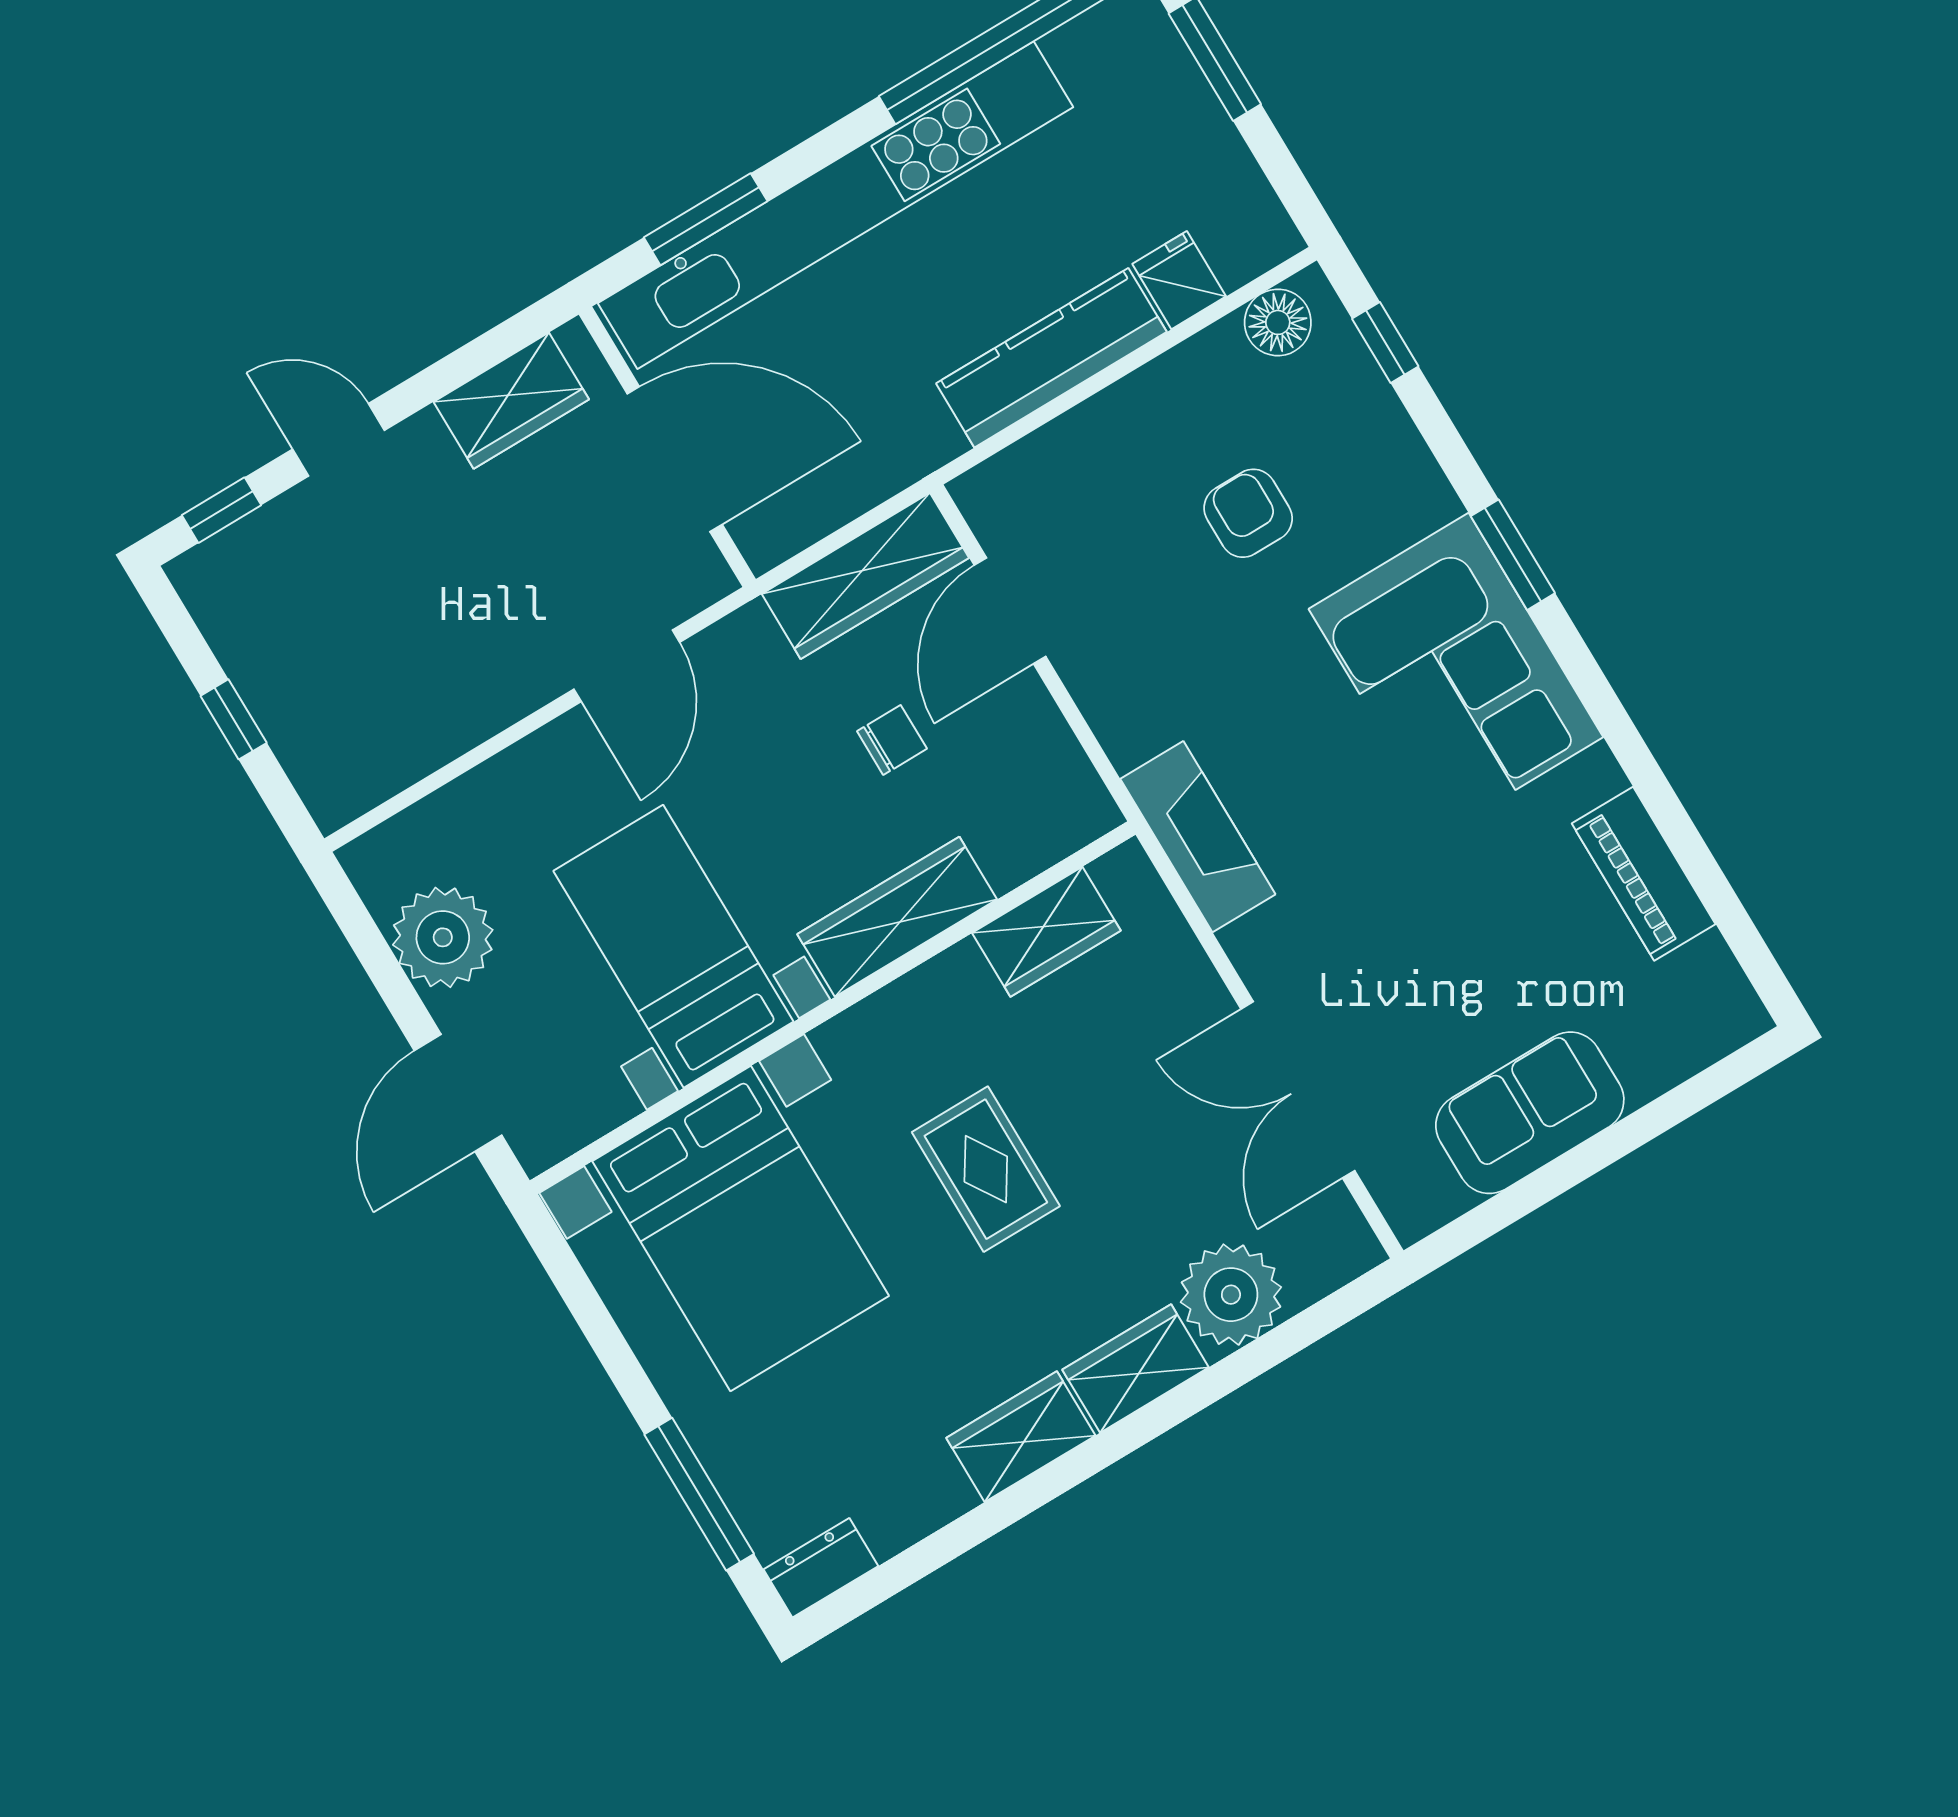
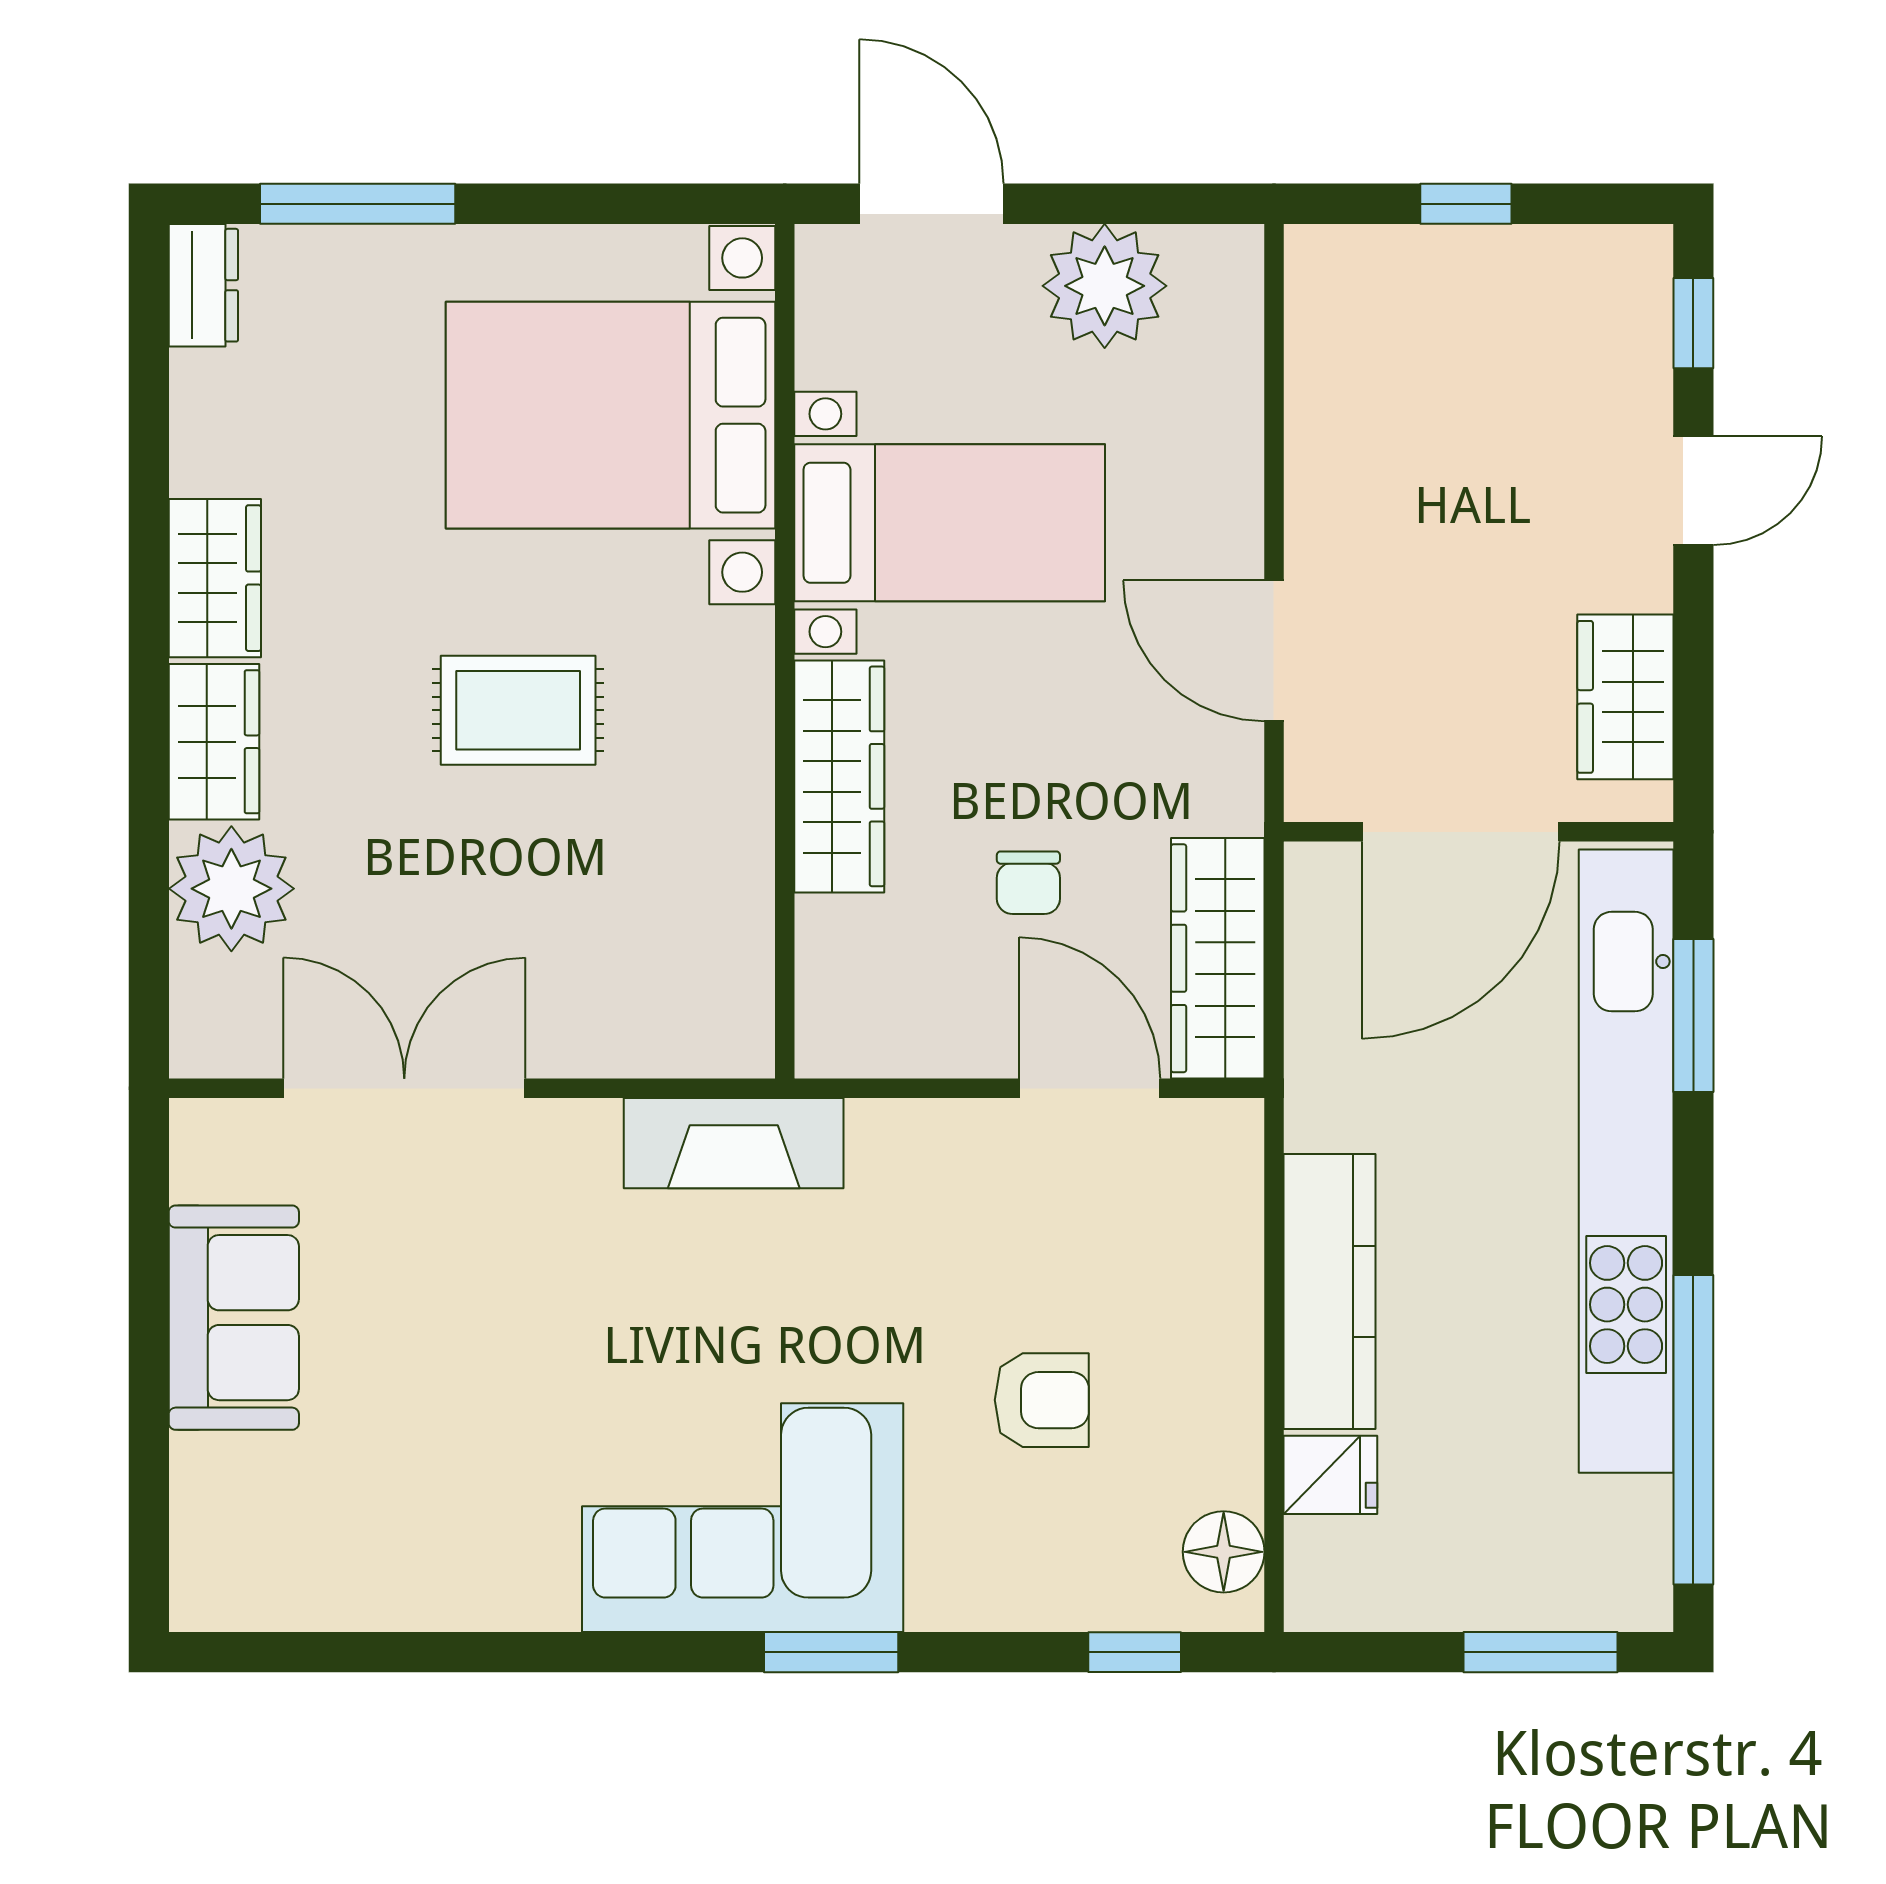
piano: (1644, 874) -> (413, 1588), removed
wardrobe: (1046, 932) -> (729, 924), removed

